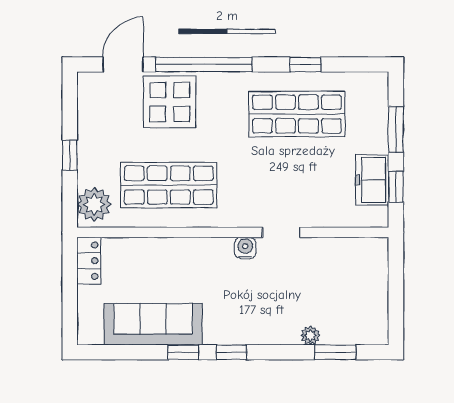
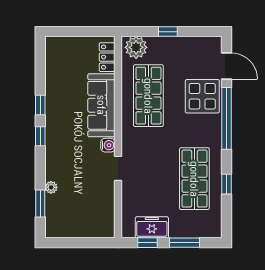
locker: (89, 261) -> (107, 57), moved, turned 90
sofa: (153, 324) -> (101, 105), moved, turned 180

